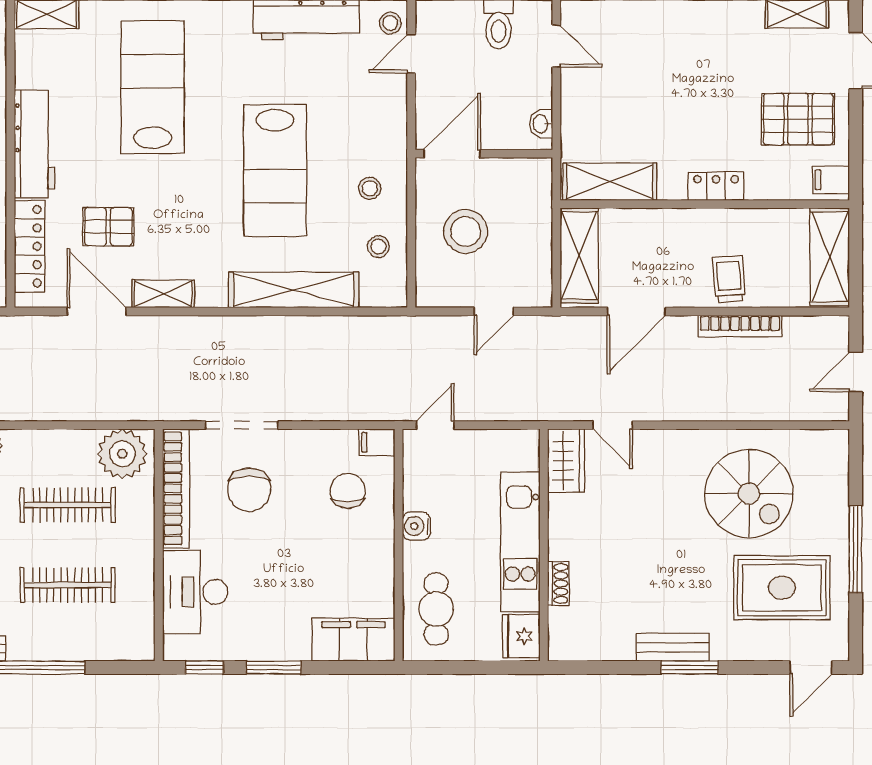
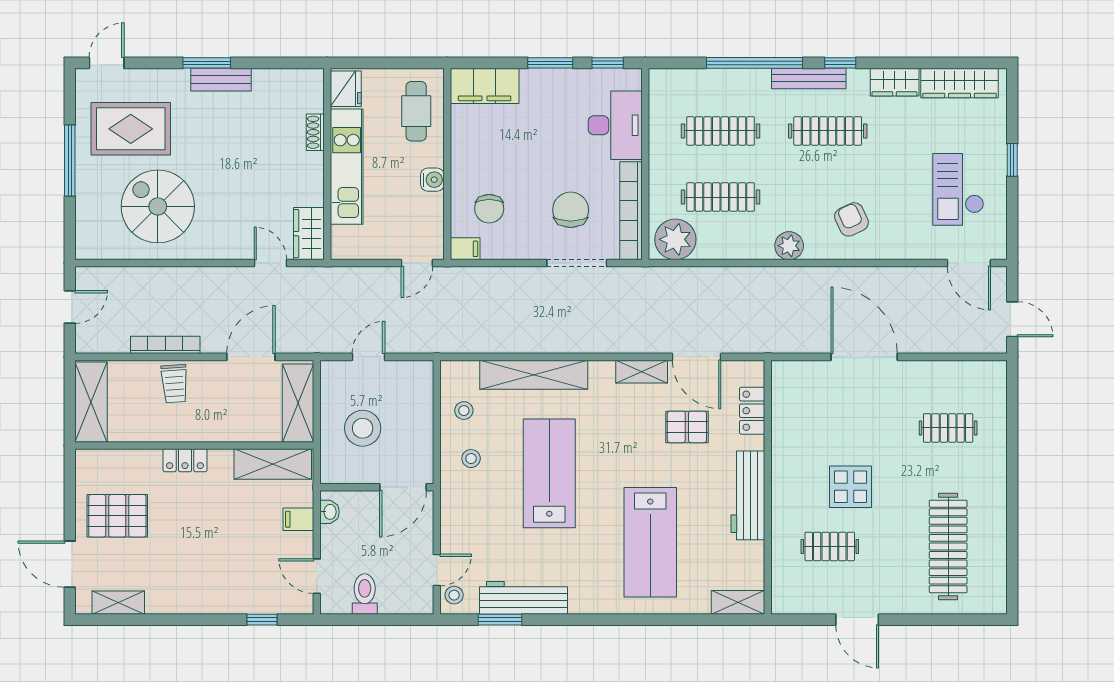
filing cabinet: (831, 180) -> (298, 519), moved, turned 180
stool: (466, 231) -> (363, 428), moved
locker: (29, 246) -> (752, 411), width x0.66

